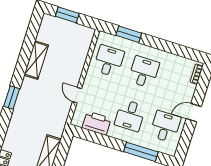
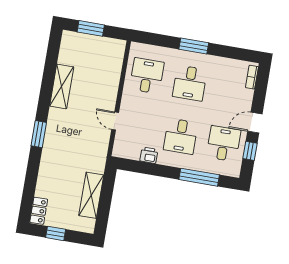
window: (129, 34) -> (194, 46), moved
desk: (144, 72) -> (190, 83), turned 180
printer: (97, 123) -> (149, 155), width x0.53, depth x0.68
window: (186, 136) -> (250, 151), added

